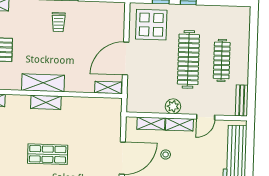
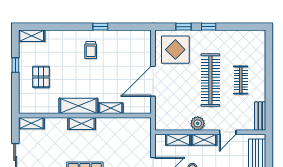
clothes rail: (222, 60) -> (241, 80), width x0.73
shelving: (108, 87) -> (111, 108), moved

